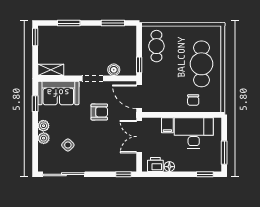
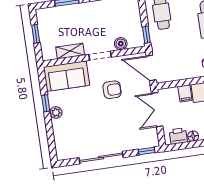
window: (35, 37) -> (36, 34), moved
shelving: (51, 70) -> (70, 51), moved
window: (35, 104) -> (46, 103), moved
plant: (44, 138) -> (58, 125), removed
side table: (68, 145) -> (84, 129), removed
sliding door: (64, 174) -> (101, 158), moved

